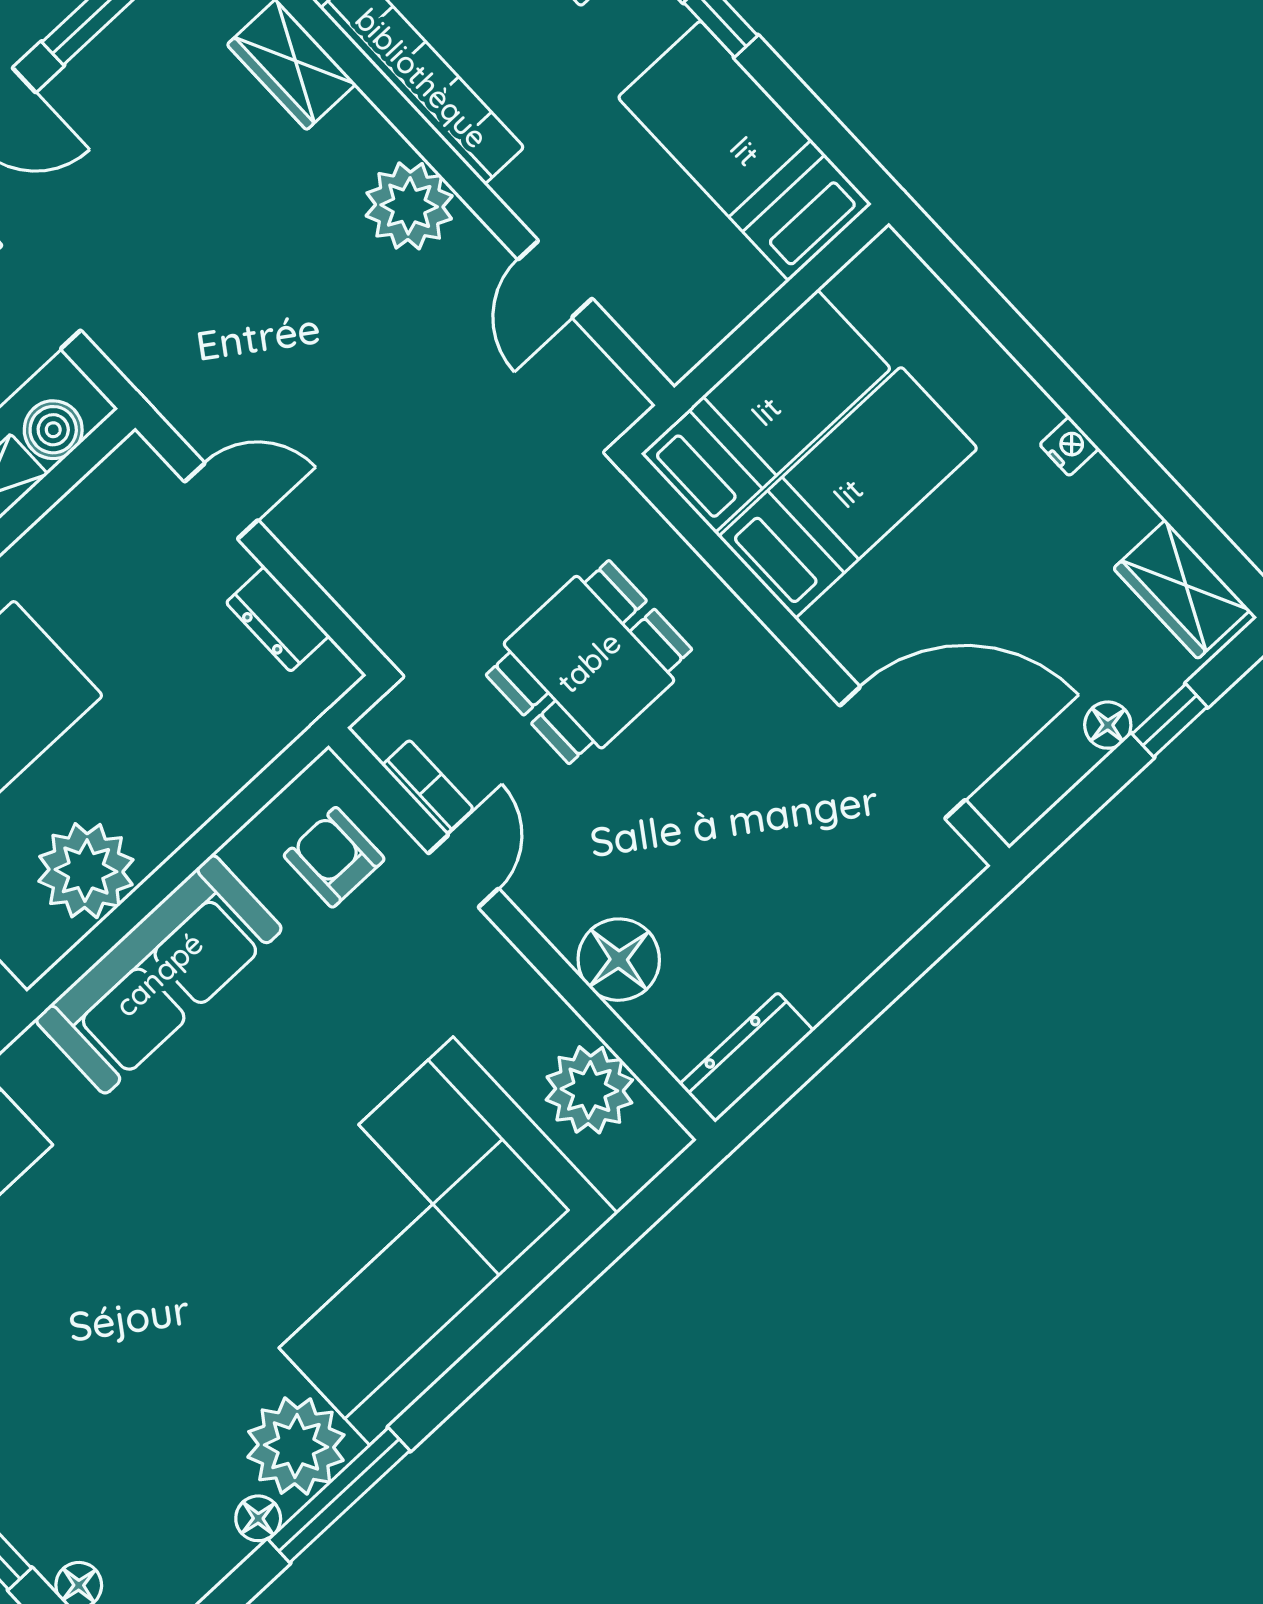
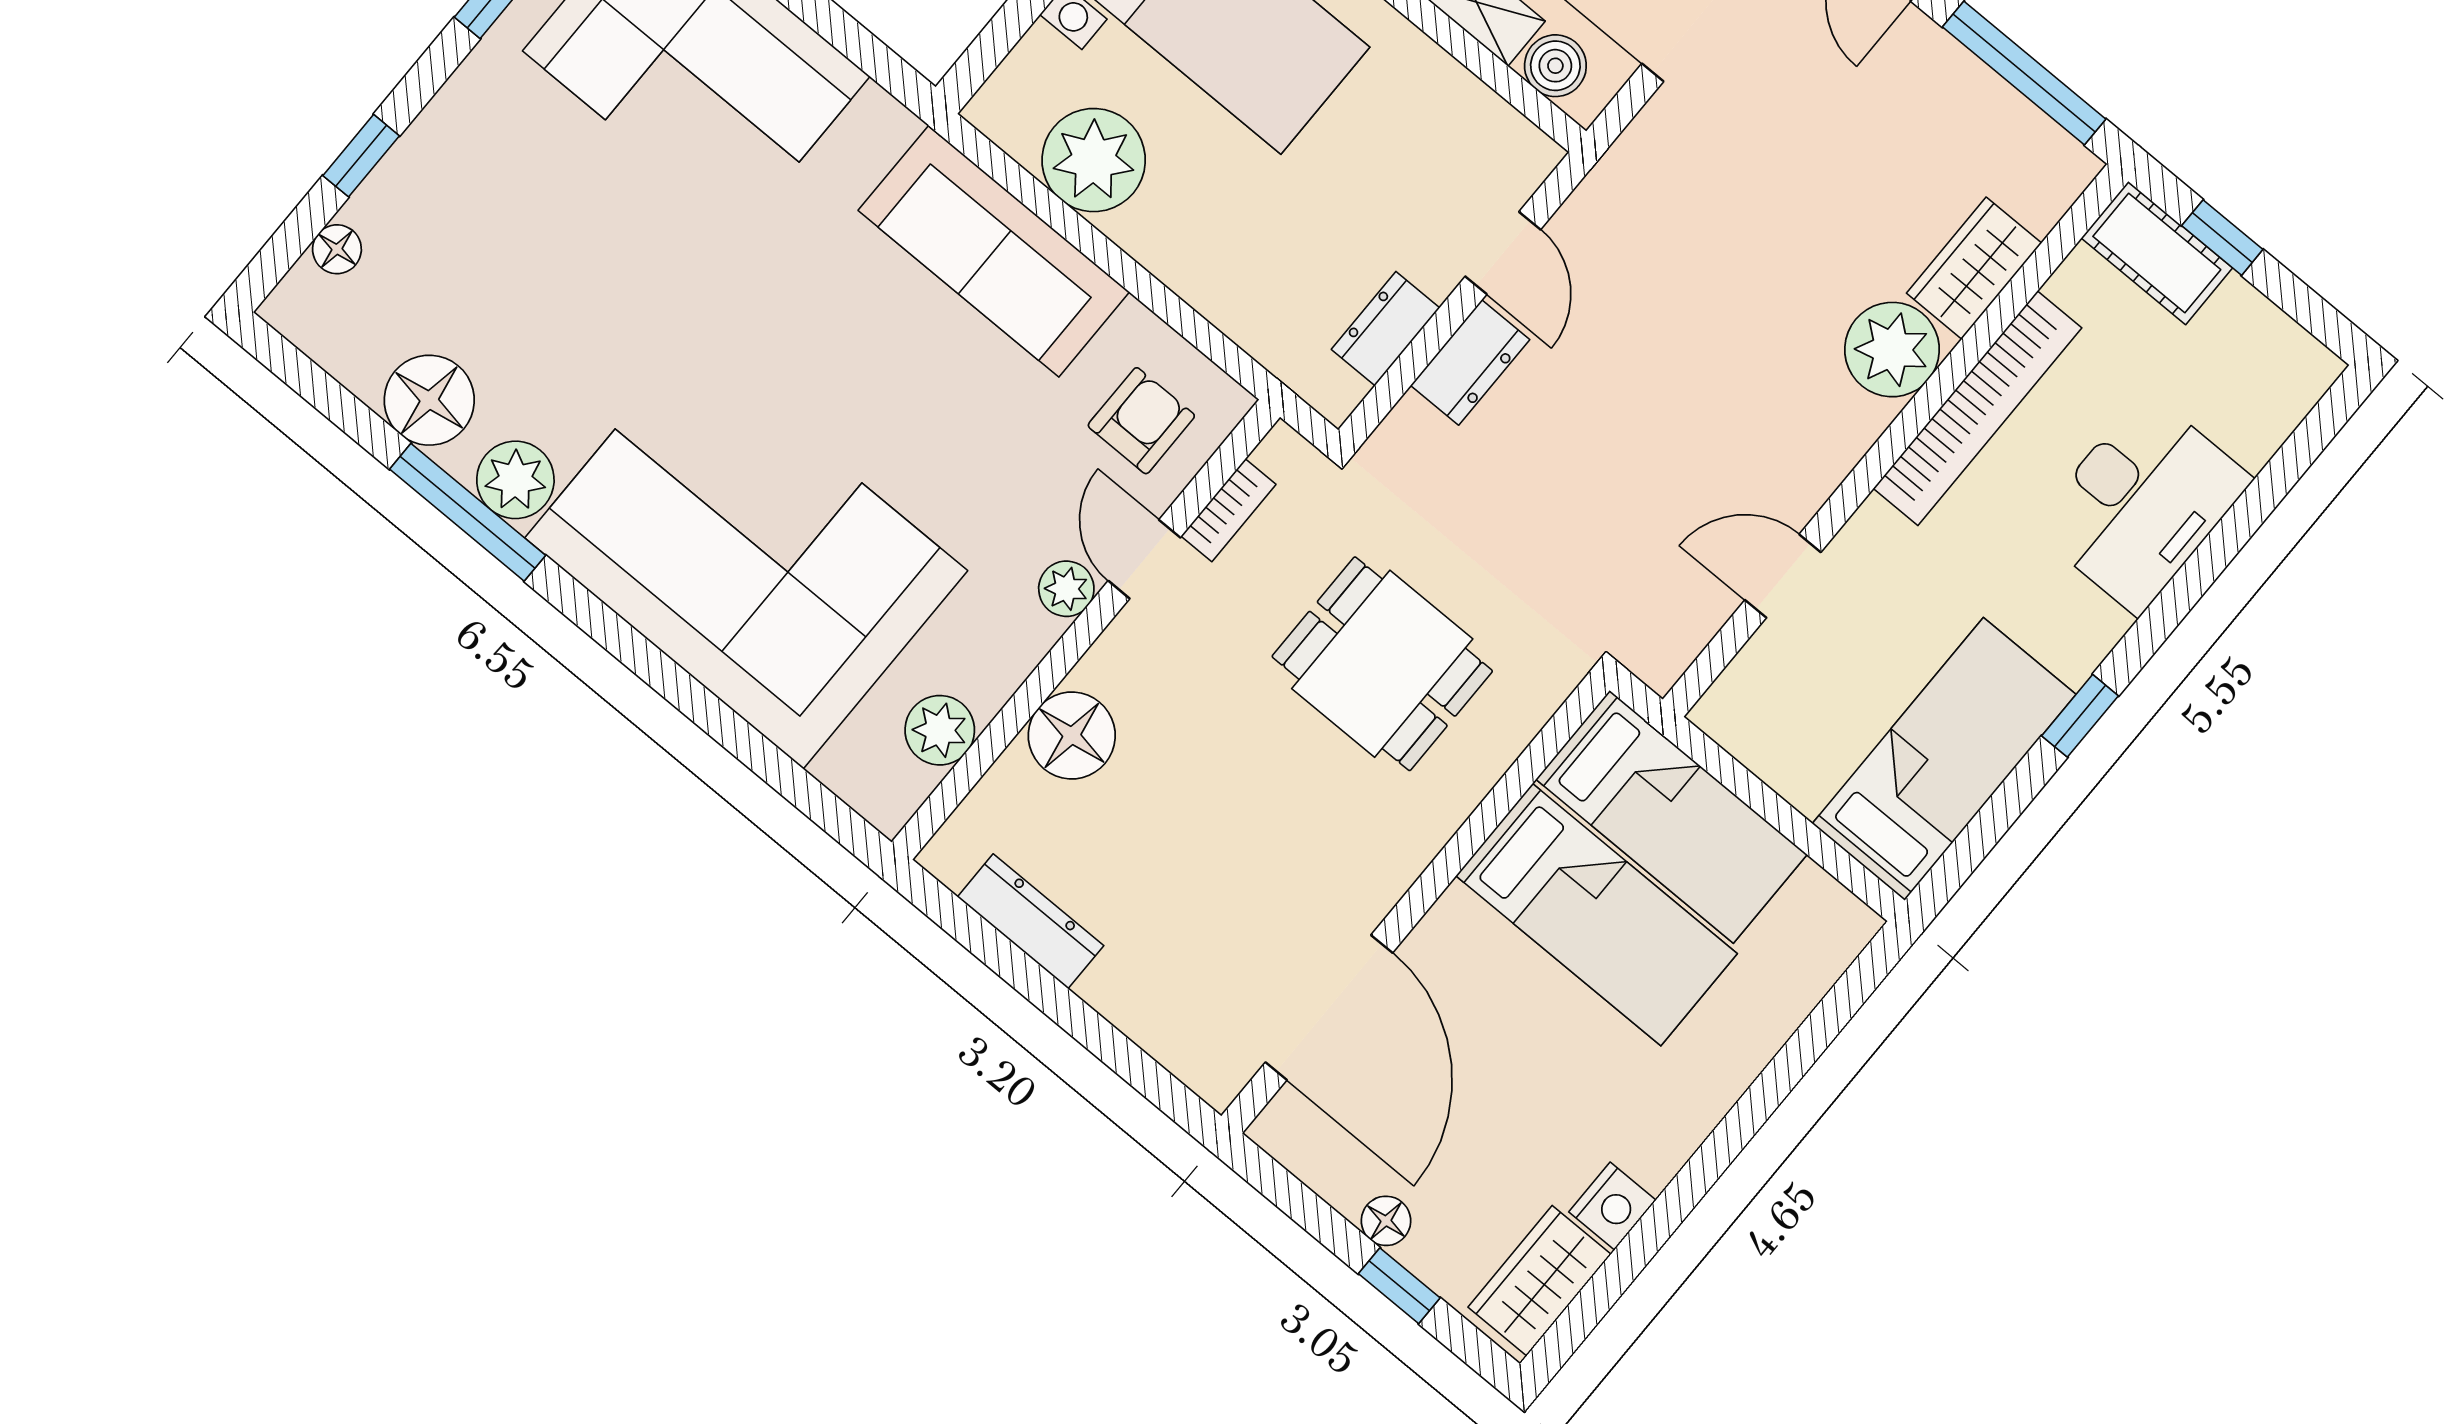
plant: (409, 206) -> (1892, 350), moved
nightstand: (1069, 446) -> (1612, 1206), moved, width x1.39, depth x1.35
dresser: (319, 544) -> (1470, 362), added
door: (463, 871) -> (1144, 559), swing flipped
plant: (482, 947) -> (1066, 589), added
dresser: (747, 1057) -> (1031, 921), moved
plant: (589, 1090) -> (940, 730), width x0.73, depth x0.73
plant: (296, 1446) -> (515, 480), width x0.73, depth x0.73
floor lamp: (258, 1518) -> (429, 400), width x1.89, depth x1.89

